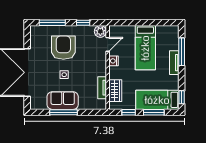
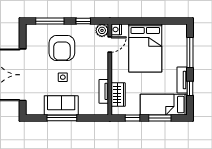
armchair: (63, 48) -> (62, 48), turned 180
bed: (145, 48) -> (145, 48), width x1.50
nightstand: (114, 61) -> (116, 29), moved
tv unit: (174, 63) -> (182, 80), moved
window: (182, 97) -> (190, 88), moved

